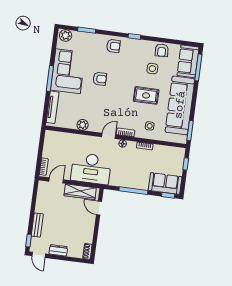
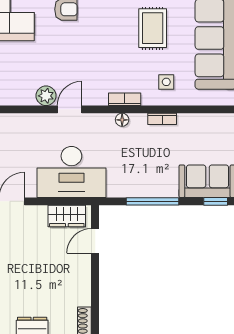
rug: (146, 95) -> (153, 28), turned 90
door: (109, 136) -> (70, 109), moved
wardrobe: (80, 192) -> (67, 216), width x0.67
door: (99, 208) -> (95, 241), hinge flipped

